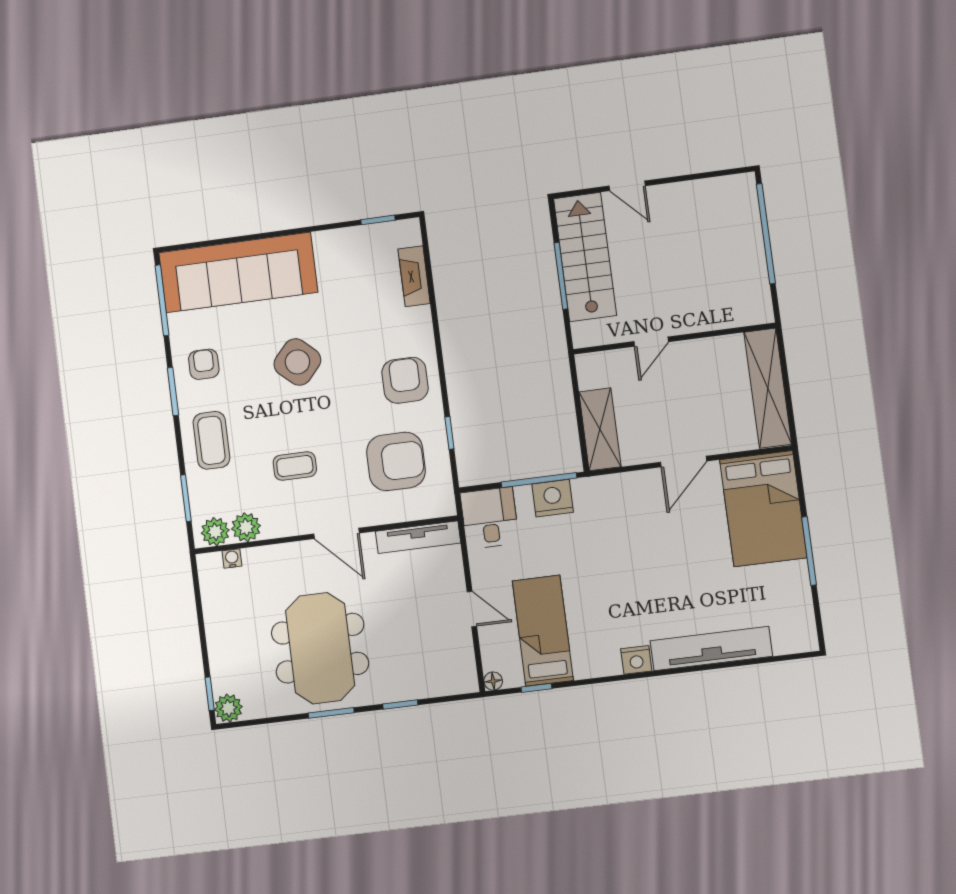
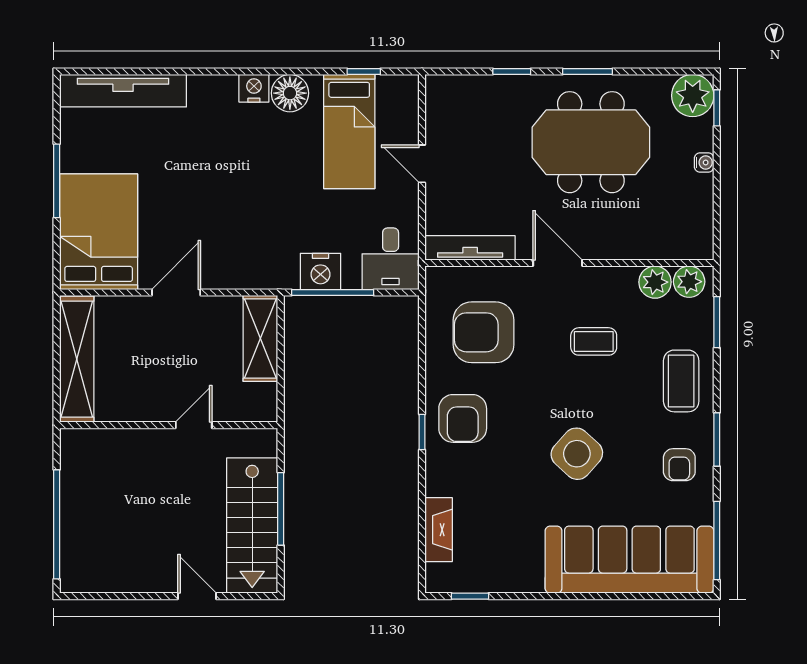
window: (449, 433) -> (422, 432), moved
water cooler: (232, 558) -> (704, 162), moved, turned -90
meeting table: (320, 648) -> (591, 142), turned 90
tv unit: (711, 648) -> (123, 91), moved
floor lamp: (493, 681) -> (290, 93), moved, width x1.89, depth x1.89
plant: (228, 708) -> (693, 96), width x1.36, depth x1.36

